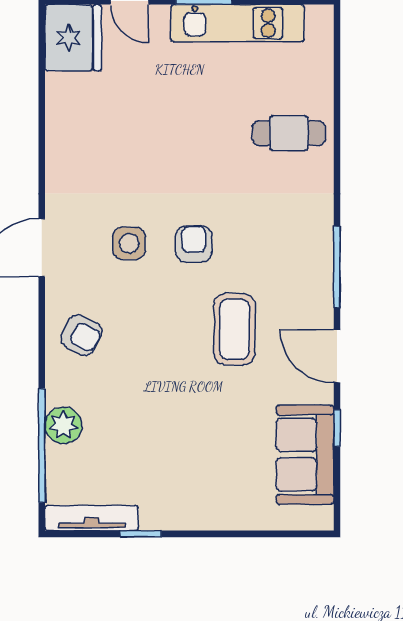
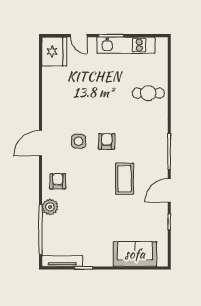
armchair: (81, 335) -> (58, 181), turned -117
door: (337, 356) -> (169, 190), hinge flipped
plant: (63, 425) -> (50, 207), moved
sofa: (305, 455) -> (135, 254), moved, turned 90

